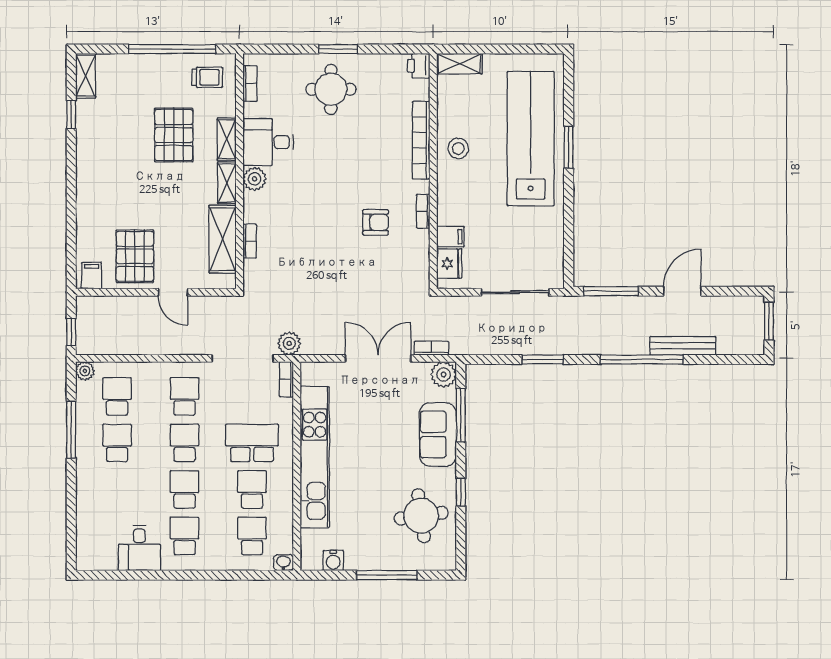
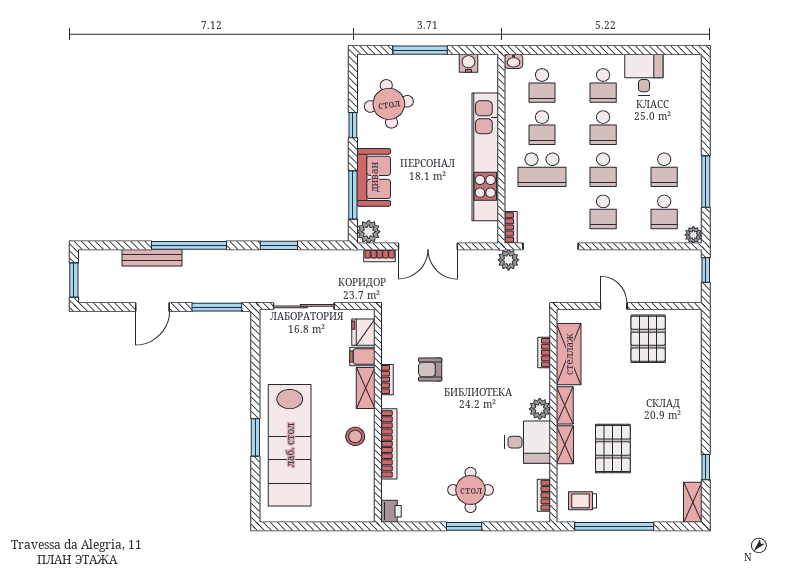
shelving: (459, 64) -> (366, 388), moved, turned 90
filing cabinet: (92, 276) -> (687, 321), removed

